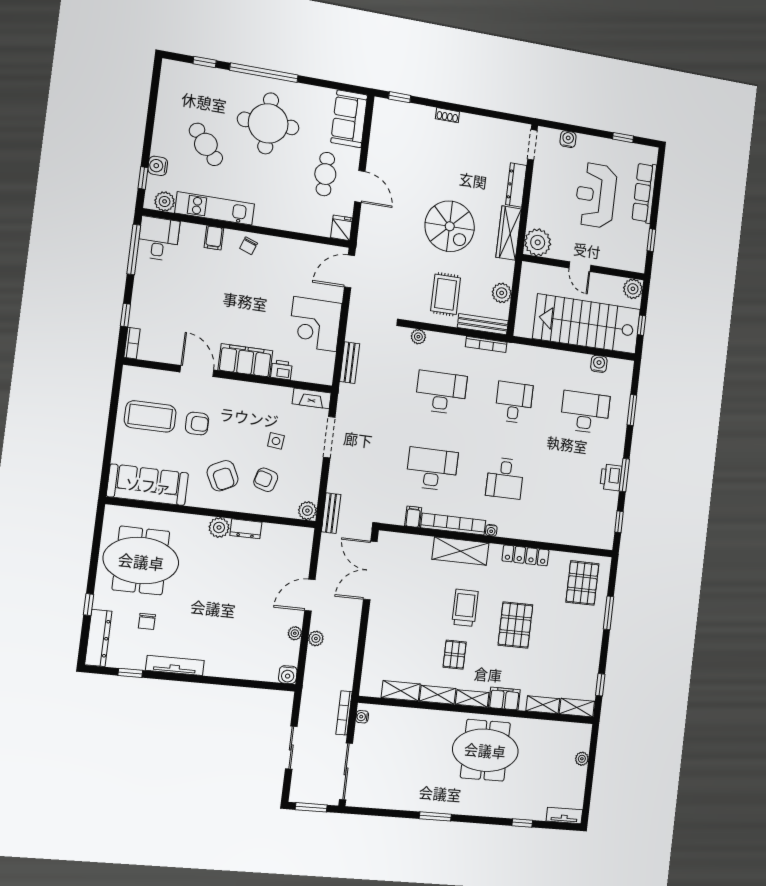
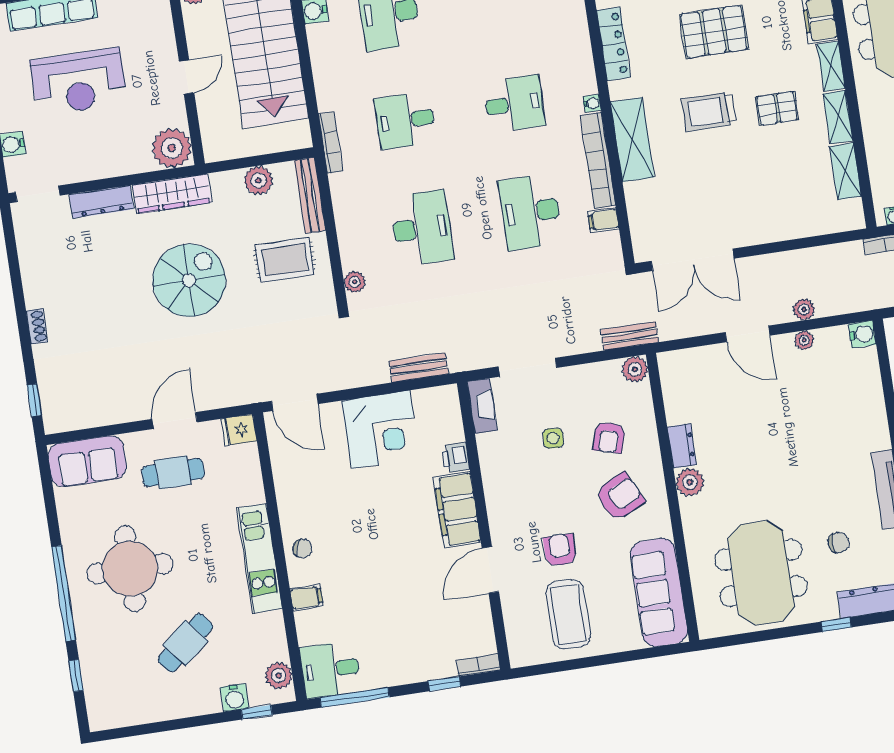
kitchen unit: (215, 208) -> (260, 558), moved
bookcase: (486, 344) -> (330, 143), moved
desk: (441, 392) -> (422, 228), turned 180

